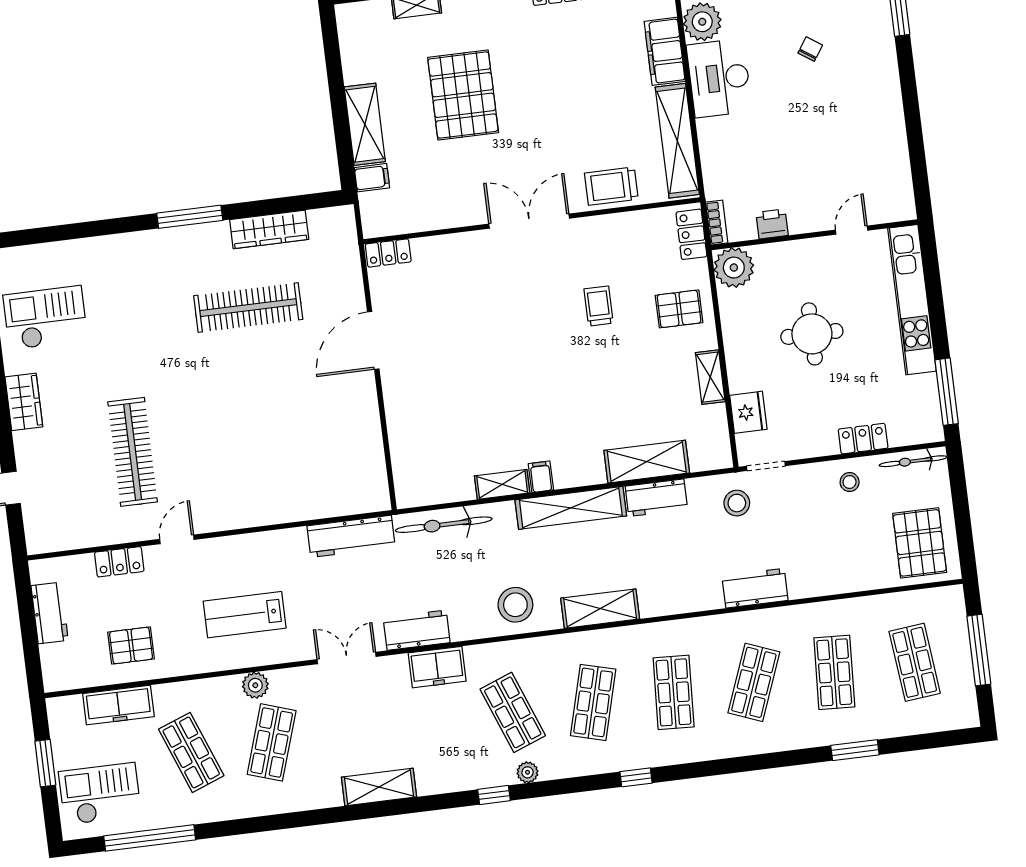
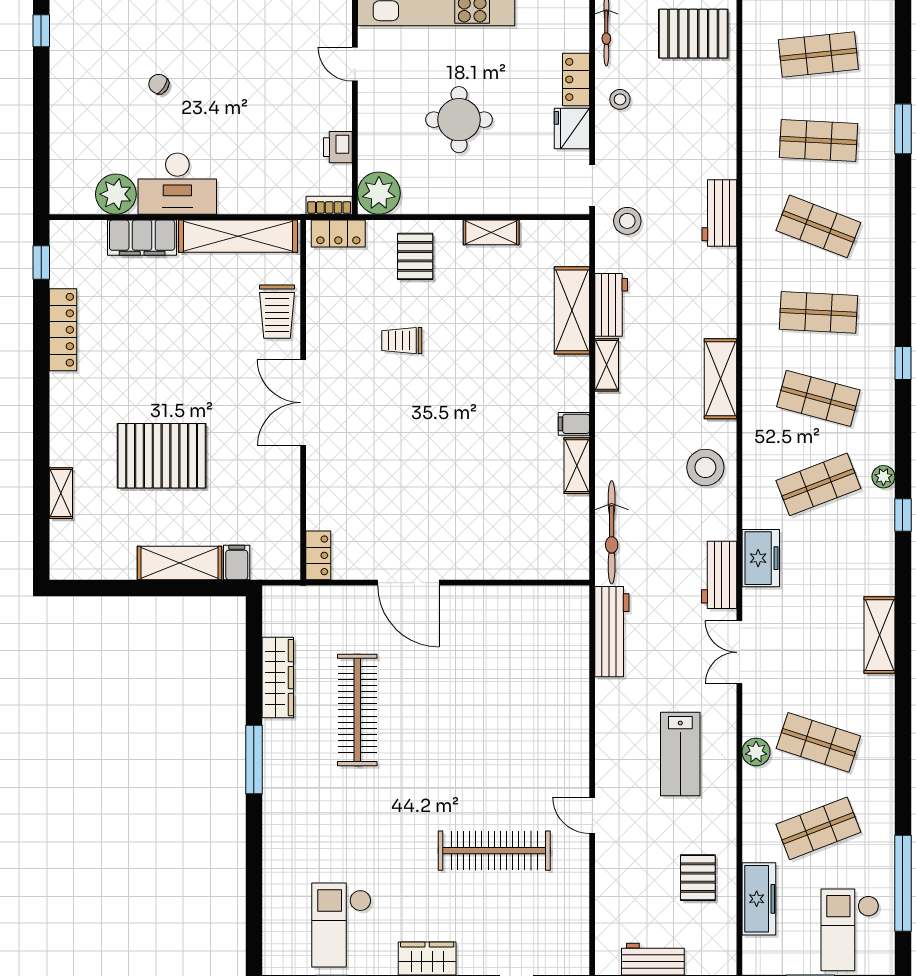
fridge: (748, 412) -> (572, 128), moved, turned -90
shelving: (571, 508) -> (607, 365), width x0.45, depth x0.75
locker: (119, 562) -> (608, 879), removed

